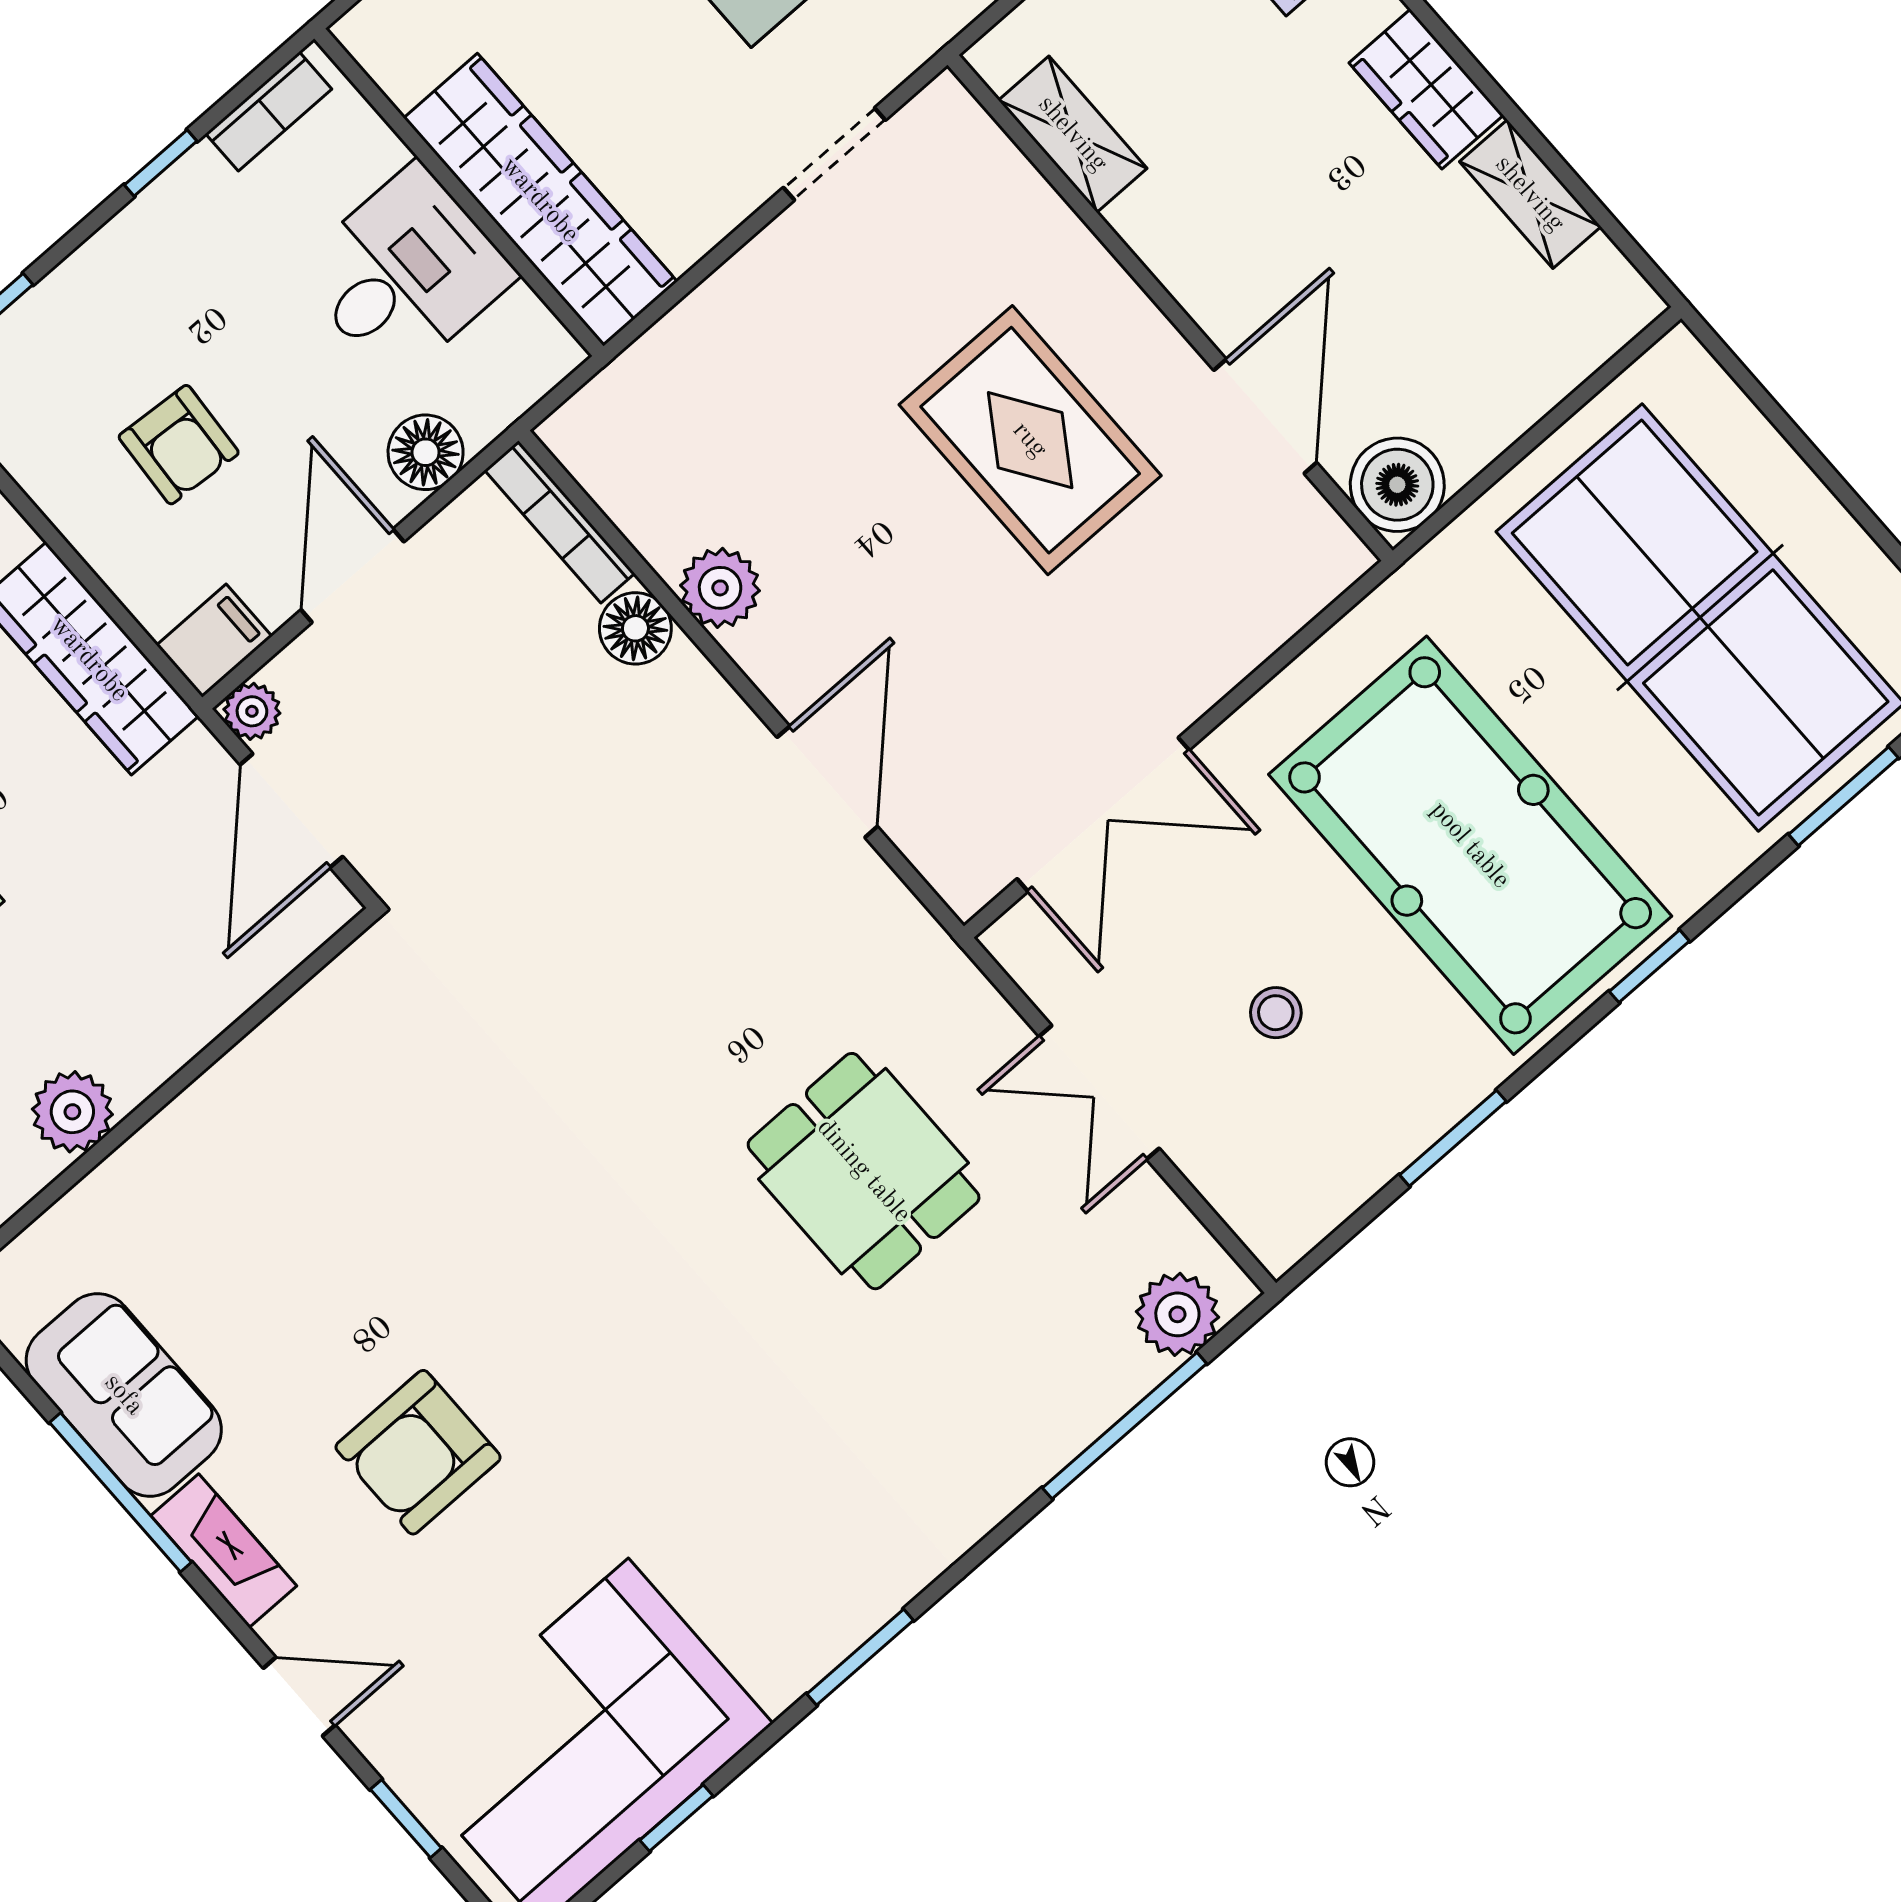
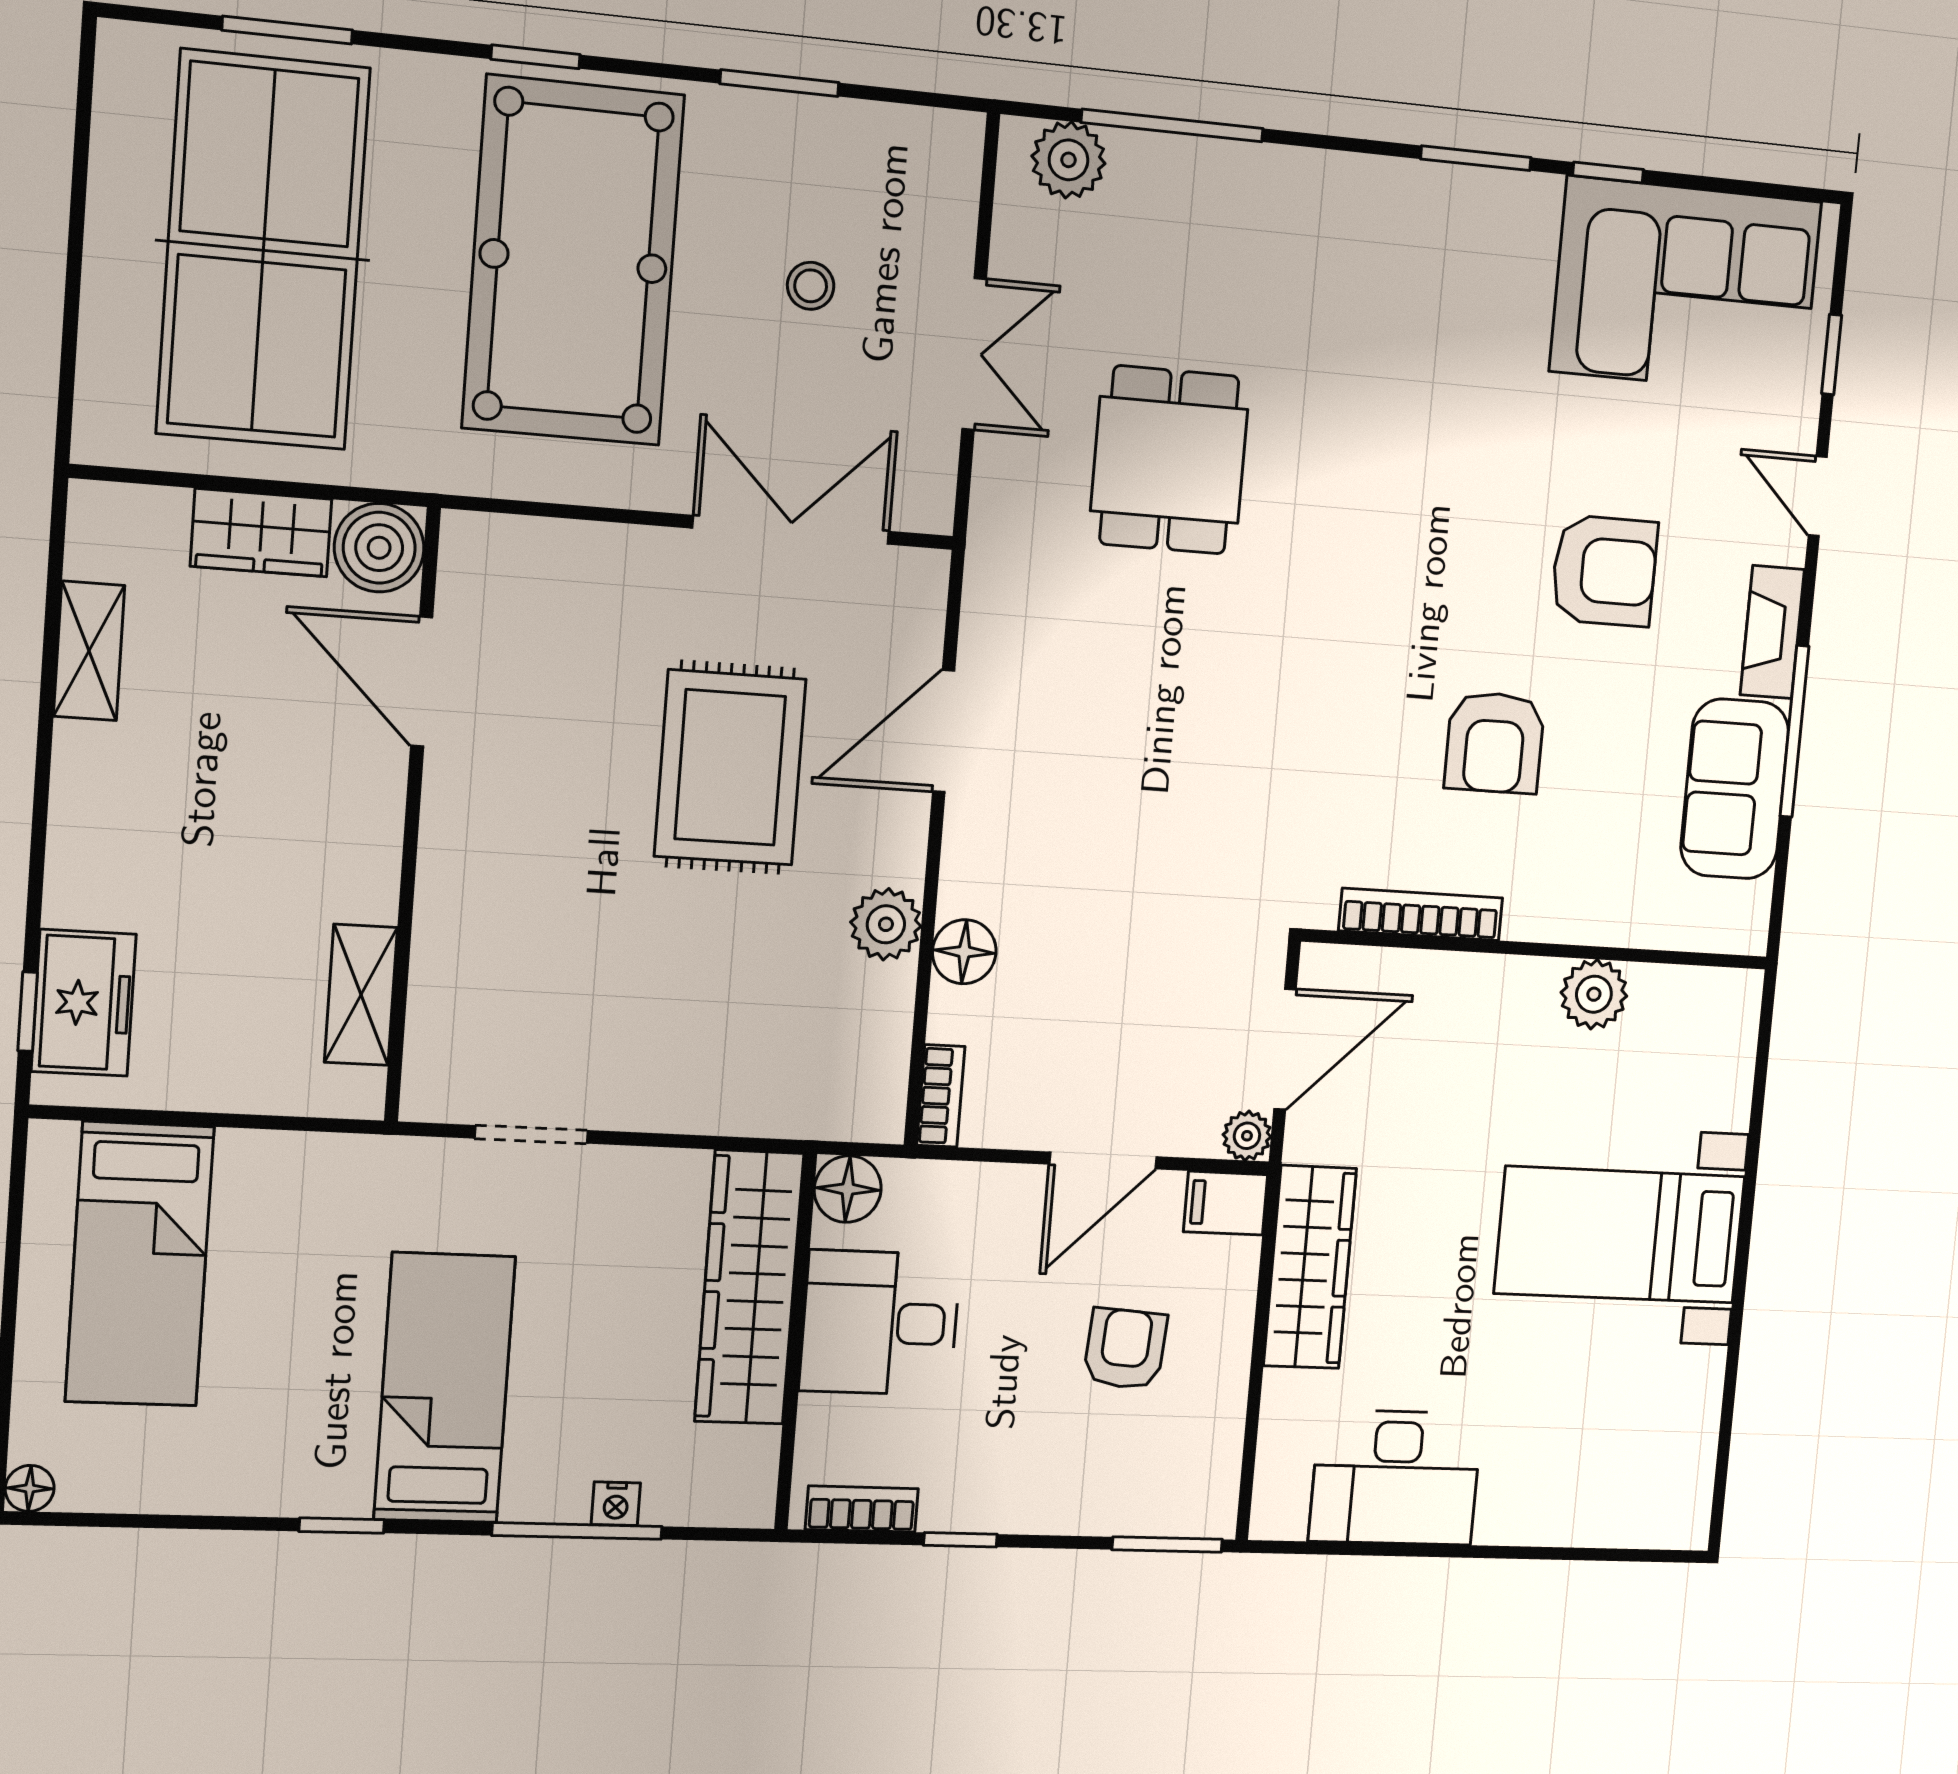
wardrobe: (1426, 89) -> (261, 533), moved, turned 90
door: (1265, 416) -> (422, 682), hinge flipped
rug: (1030, 440) -> (730, 768), moved
floor lamp: (426, 452) -> (848, 1189), moved
bookcase: (560, 522) -> (941, 1096), width x0.64
bookcase: (288, 1029) -> (1421, 914), added
armchair: (368, 1225) -> (1495, 743), added
window: (676, 1818) -> (1608, 172), moved

